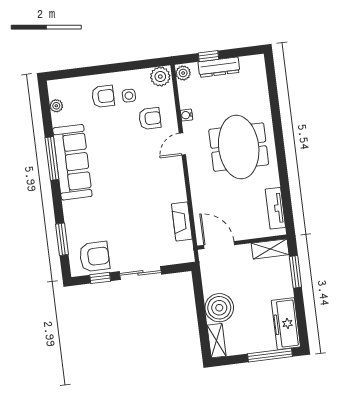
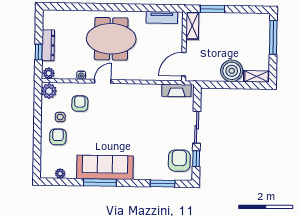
door: (182, 144) -> (103, 81), swing flipped
fireplace: (182, 221) -> (176, 90), moved
freezer: (286, 324) -> (251, 22), removed

